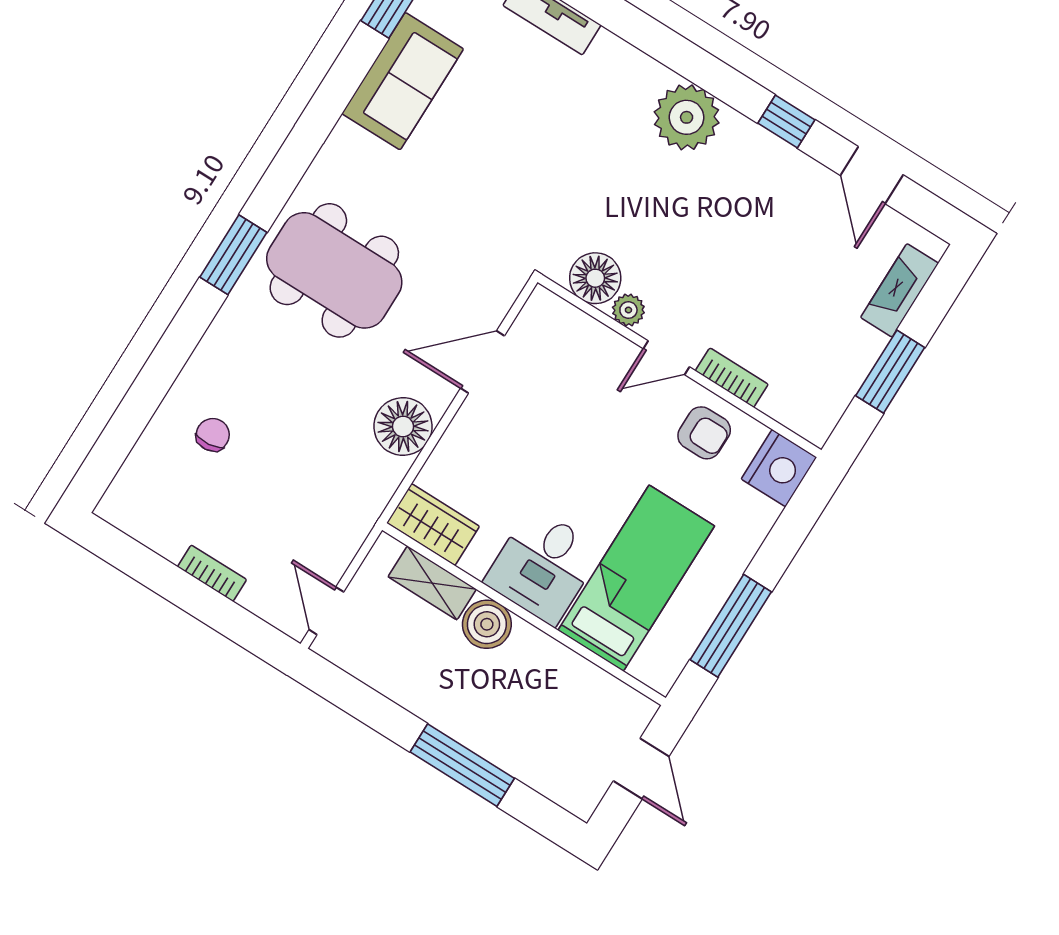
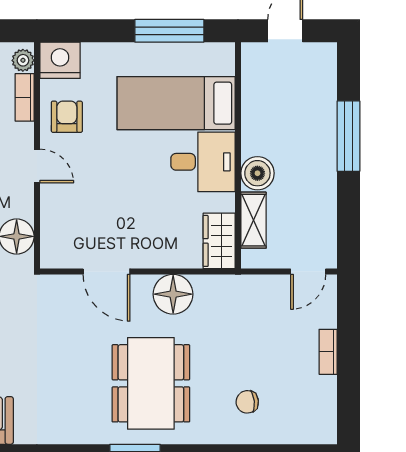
dining table: (334, 270) -> (151, 383), moved
plant: (628, 310) -> (23, 60), moved
bookcase: (732, 378) -> (25, 97), moved

